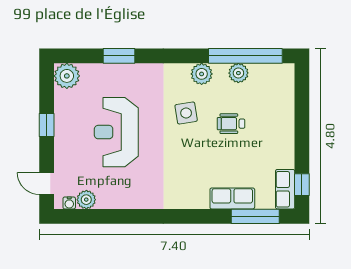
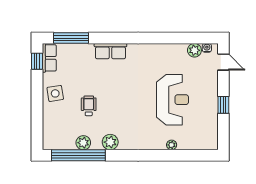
window: (119, 56) -> (170, 155), removed
plant: (67, 76) -> (172, 145), moved, width x0.53, depth x0.53
side table: (186, 113) -> (55, 93), moved
wheelchair: (231, 124) -> (89, 106), turned -90
row of seats: (232, 198) -> (110, 51), moved

